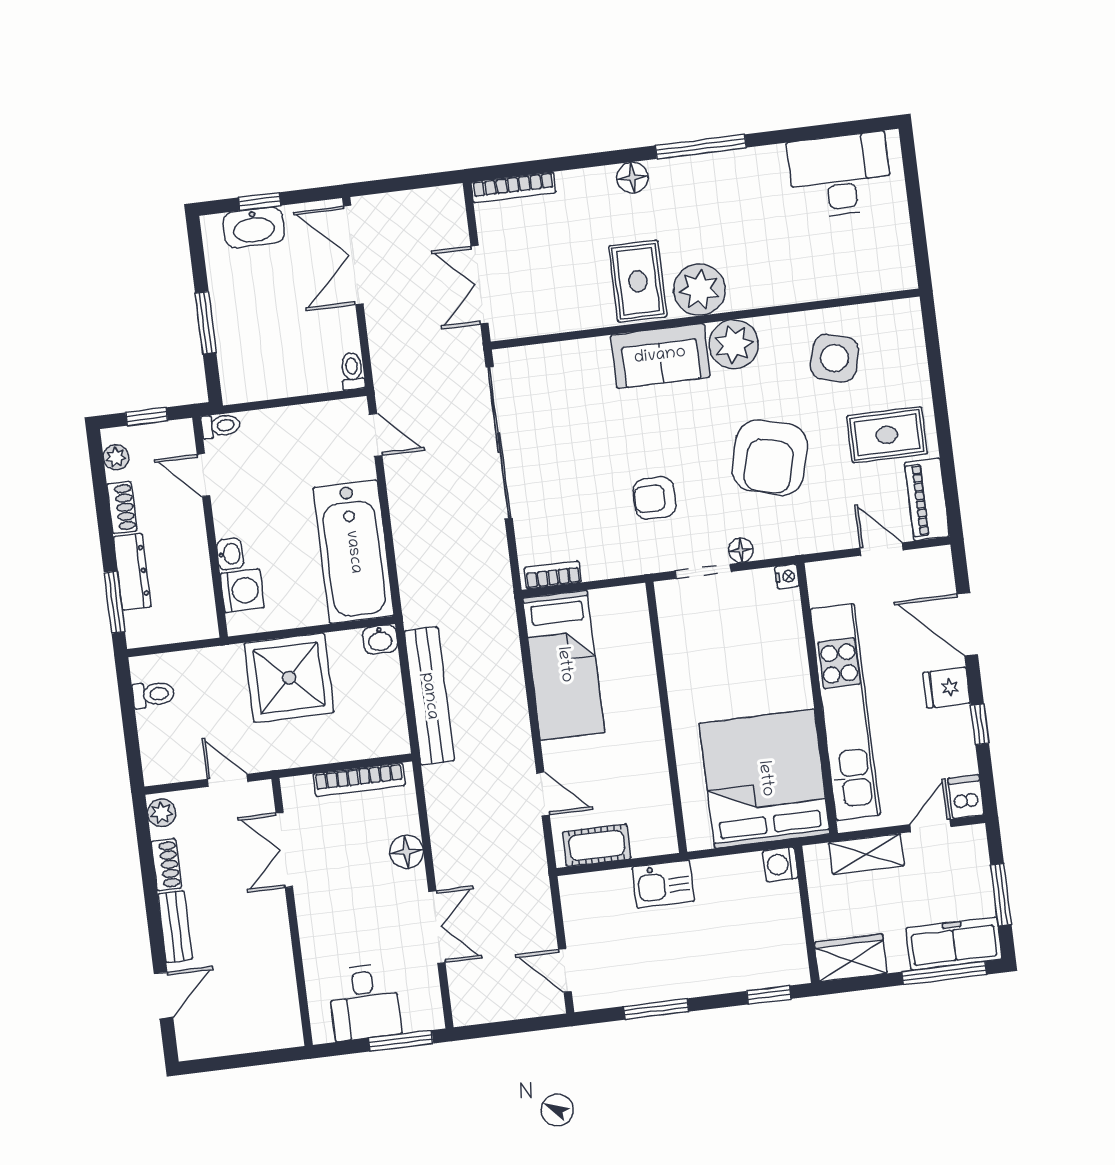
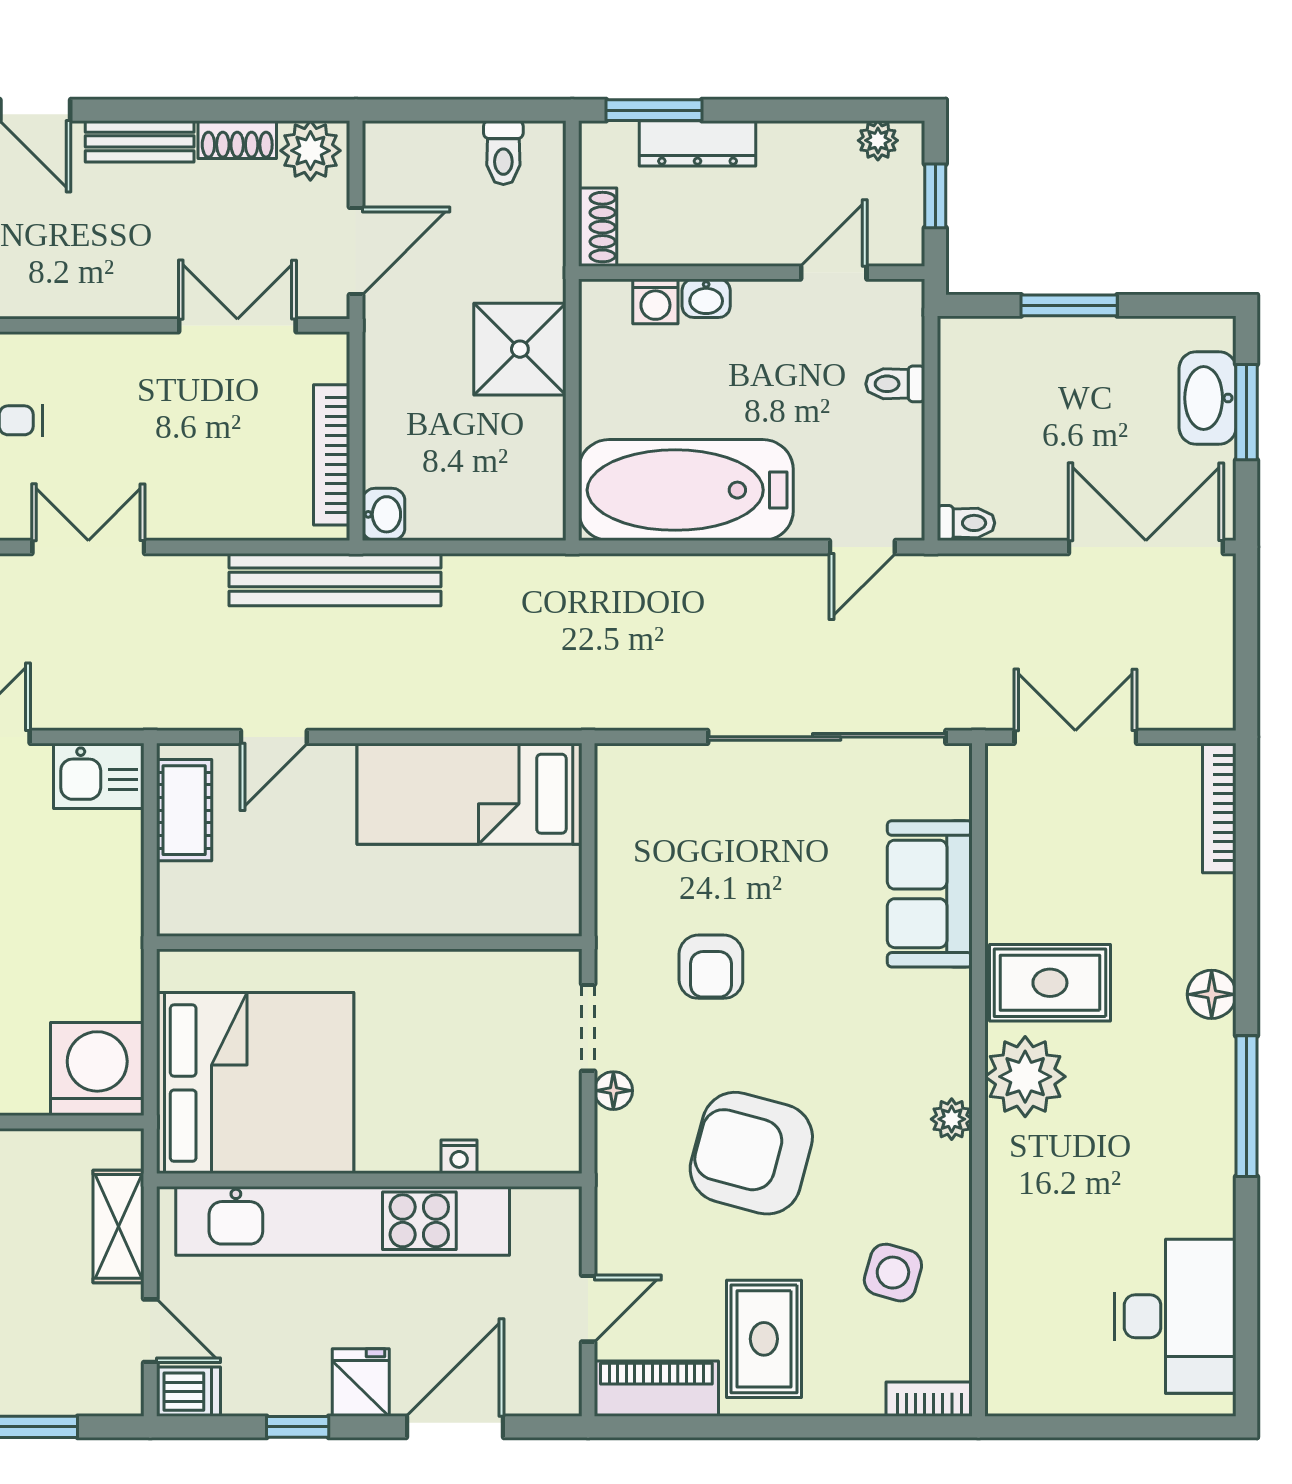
window: (260, 202) -> (1246, 412), width x1.50
plant: (734, 344) -> (952, 1119), width x0.53, depth x0.53
sofa: (660, 356) -> (930, 894), moved
side table: (834, 358) -> (893, 1273), width x0.73, depth x0.73
toilet: (220, 426) -> (895, 384), moved, turned 90
armchair: (654, 498) -> (711, 967), turned 180
shoe rack: (122, 508) -> (598, 227), moved, turned -90
bookcase: (553, 575) -> (929, 1399), moved, turned -90
nightstand: (787, 576) -> (459, 1157), moved
washing machine: (242, 591) -> (655, 301), width x0.73, depth x0.73
washbasin: (380, 640) -> (384, 514), moved, turned 180
shower: (289, 678) -> (520, 349), width x0.73, depth x0.73
bench: (429, 696) -> (335, 580), moved
door: (228, 780) -> (356, 251), width x1.38
plant: (162, 813) -> (310, 151), width x1.38, depth x1.38
floor lamp: (407, 852) -> (211, 514), removed
washing machine: (780, 864) -> (97, 1069), width x1.89, depth x1.89
kitchen sink: (663, 884) -> (99, 776), moved, turned -90
double door: (437, 927) -> (88, 547), swing flipped

